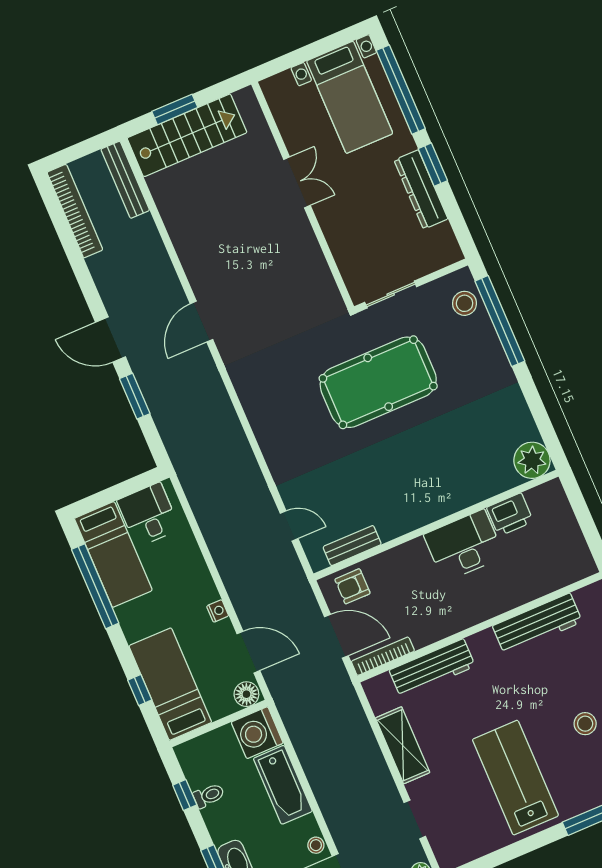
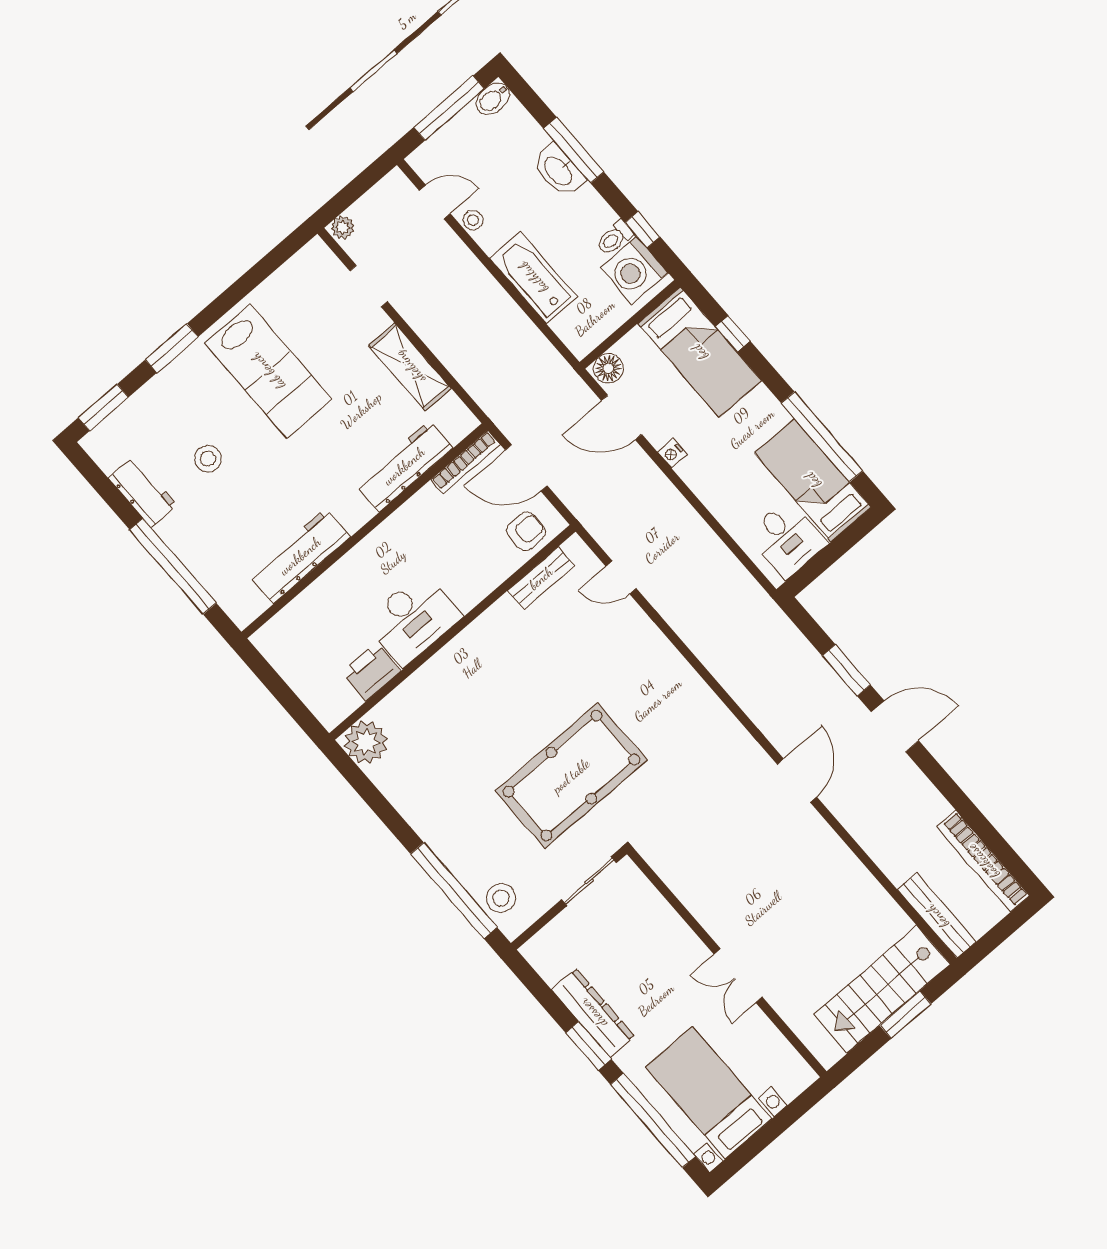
washing machine: (257, 733) -> (634, 270), moved, turned 180

